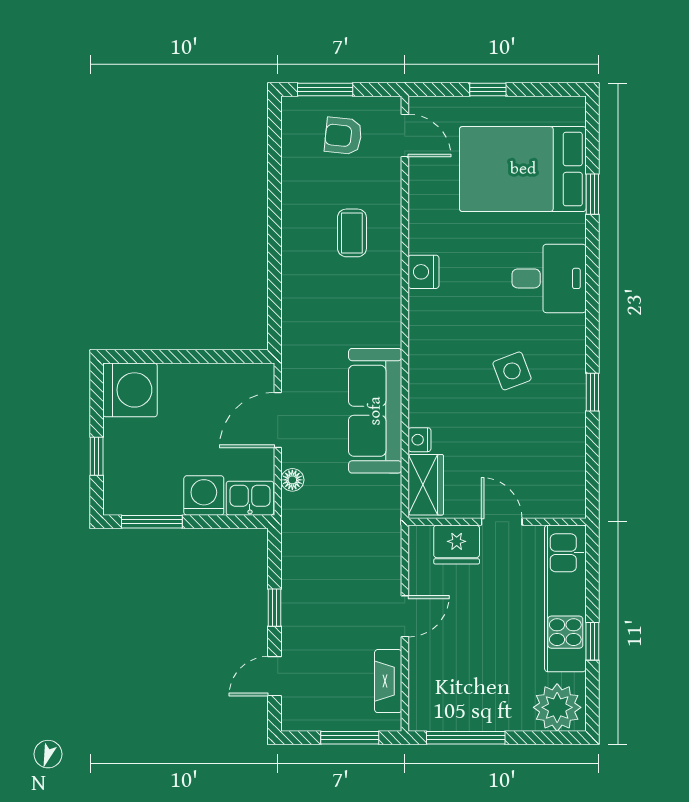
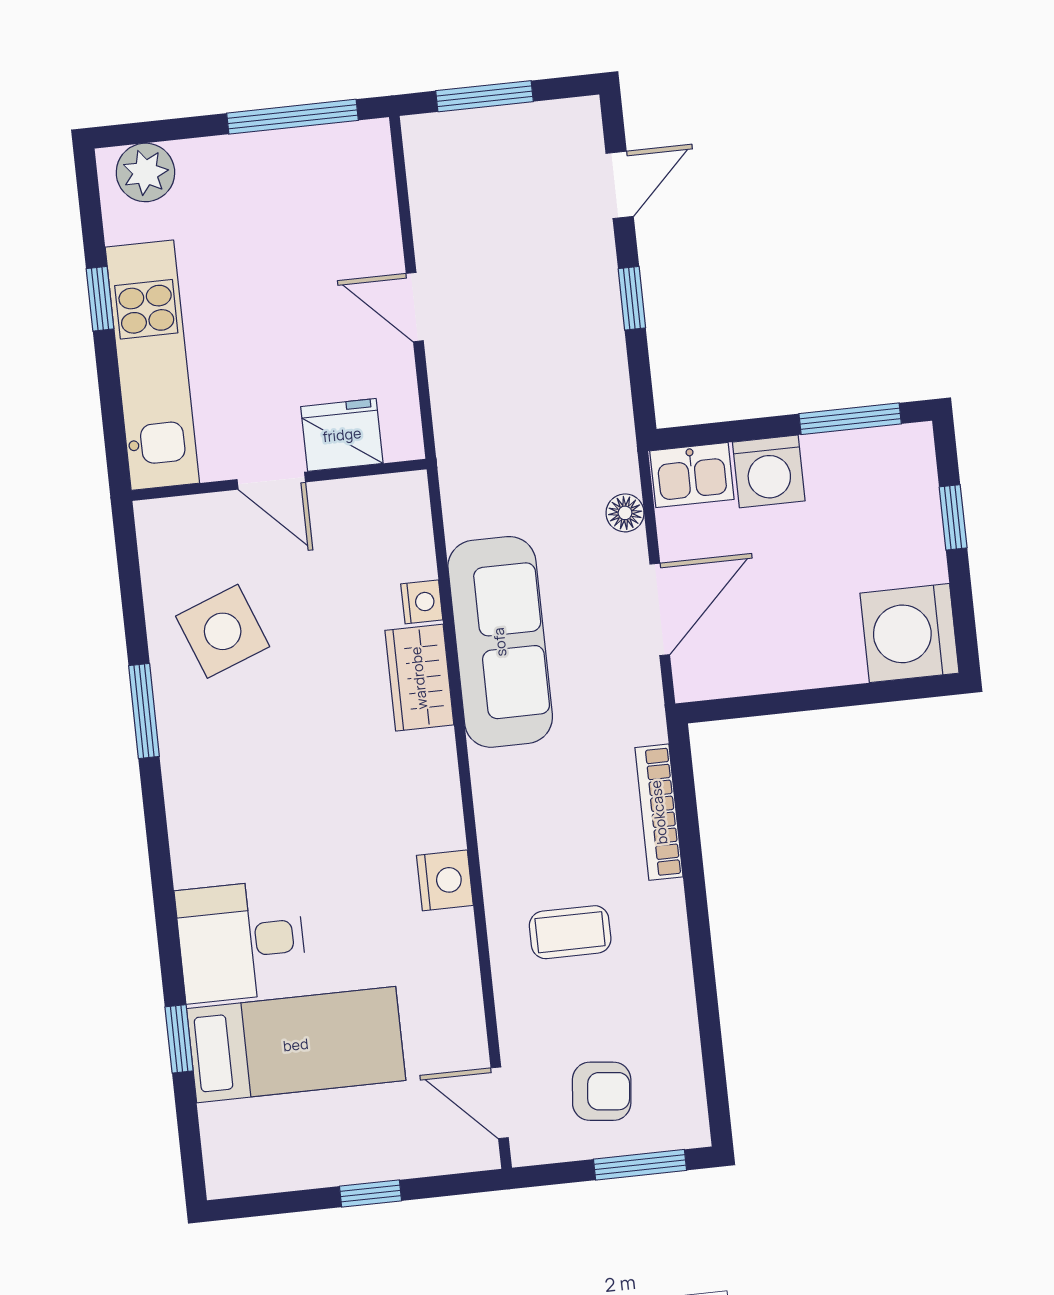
bed: (523, 169) -> (296, 1045), width x0.67
coffee table: (352, 233) -> (570, 932), turned 90
desk: (549, 278) -> (241, 941), moved
bookcase: (291, 299) -> (659, 812), added
side table: (512, 371) -> (223, 631), moved, width x1.37, depth x1.37
window: (592, 392) -> (144, 711), width x1.50
wardrobe: (426, 485) -> (419, 678), moved
door: (405, 616) -> (415, 307), hinge flipped
fireplace: (388, 681) -> (431, 197), removed
plant: (557, 707) -> (145, 172), width x0.73, depth x0.73

